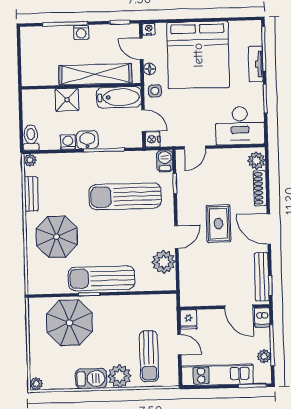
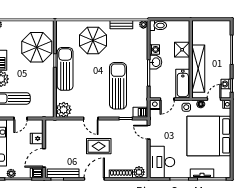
washing machine: (81, 32) -> (226, 84), moved
plant: (164, 262) -> (64, 110), moved
fridge: (188, 320) -> (37, 139), moved

